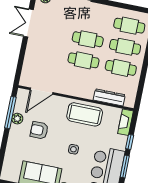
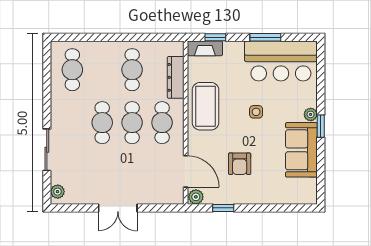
double door: (28, 23) -> (118, 208), moved
cafe table: (125, 47) -> (162, 123), moved
window: (10, 112) -> (223, 208), width x0.46
plant: (17, 119) -> (196, 197), moved
window: (130, 142) -> (215, 37), moved

